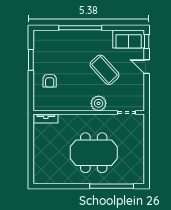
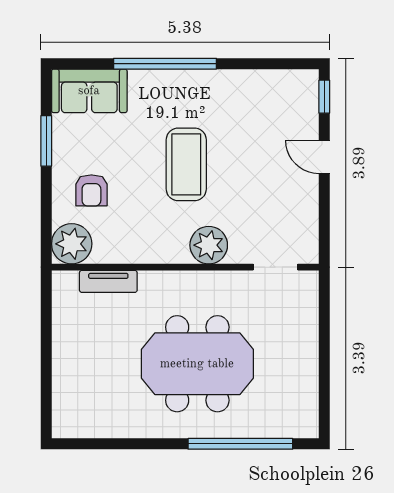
sofa: (129, 39) -> (89, 91), moved
coffee table: (105, 70) -> (186, 164), moved, turned 42
plant: (41, 103) -> (72, 244), added
tv unit: (46, 118) -> (108, 281), moved

